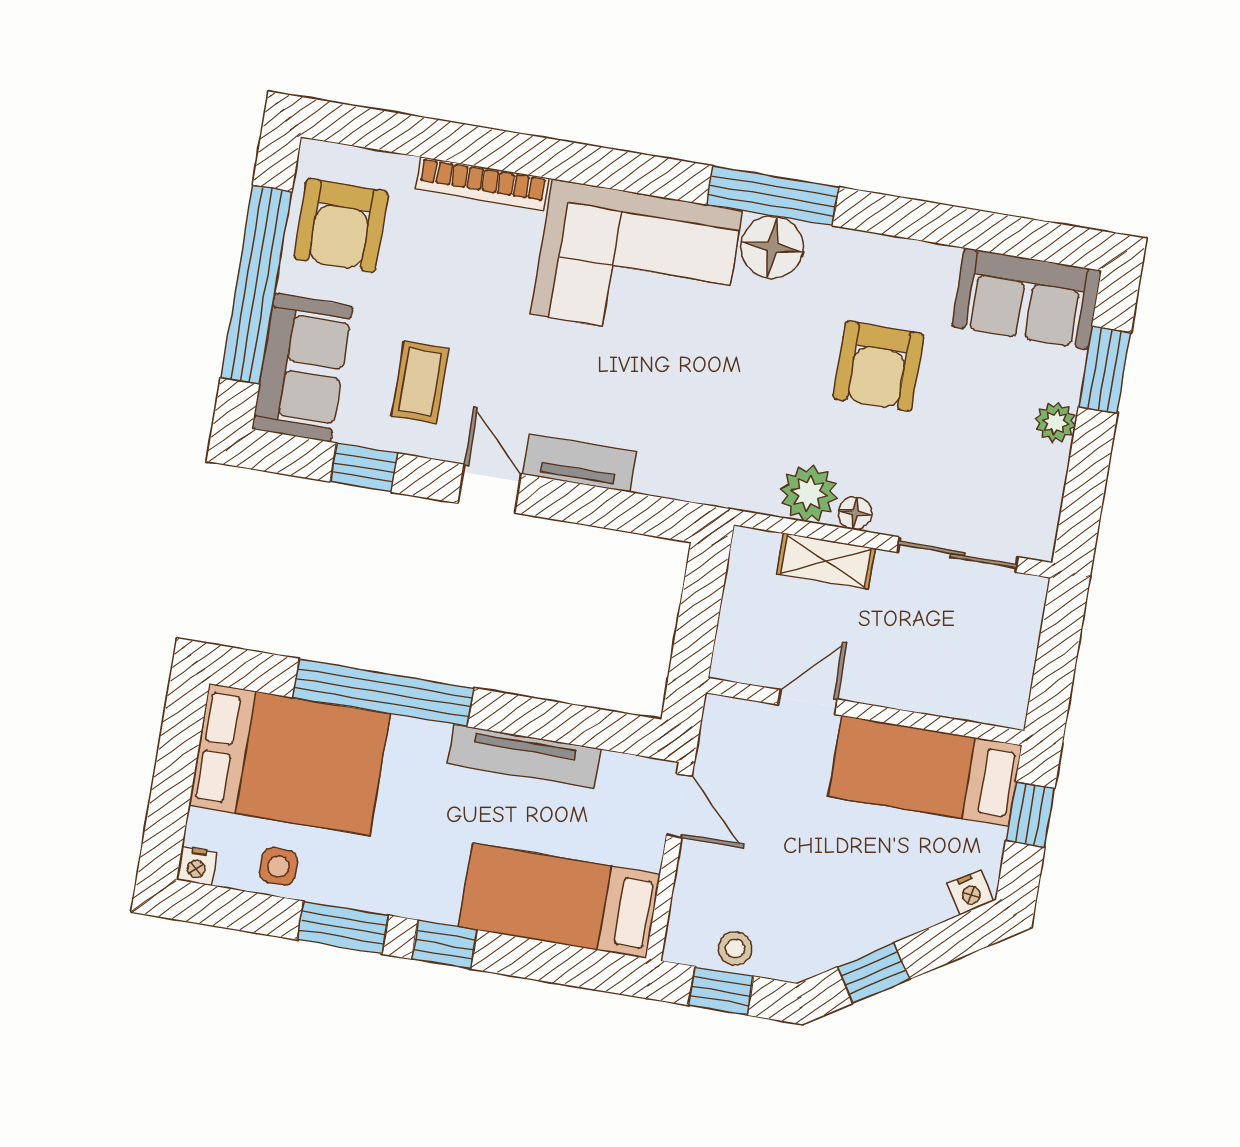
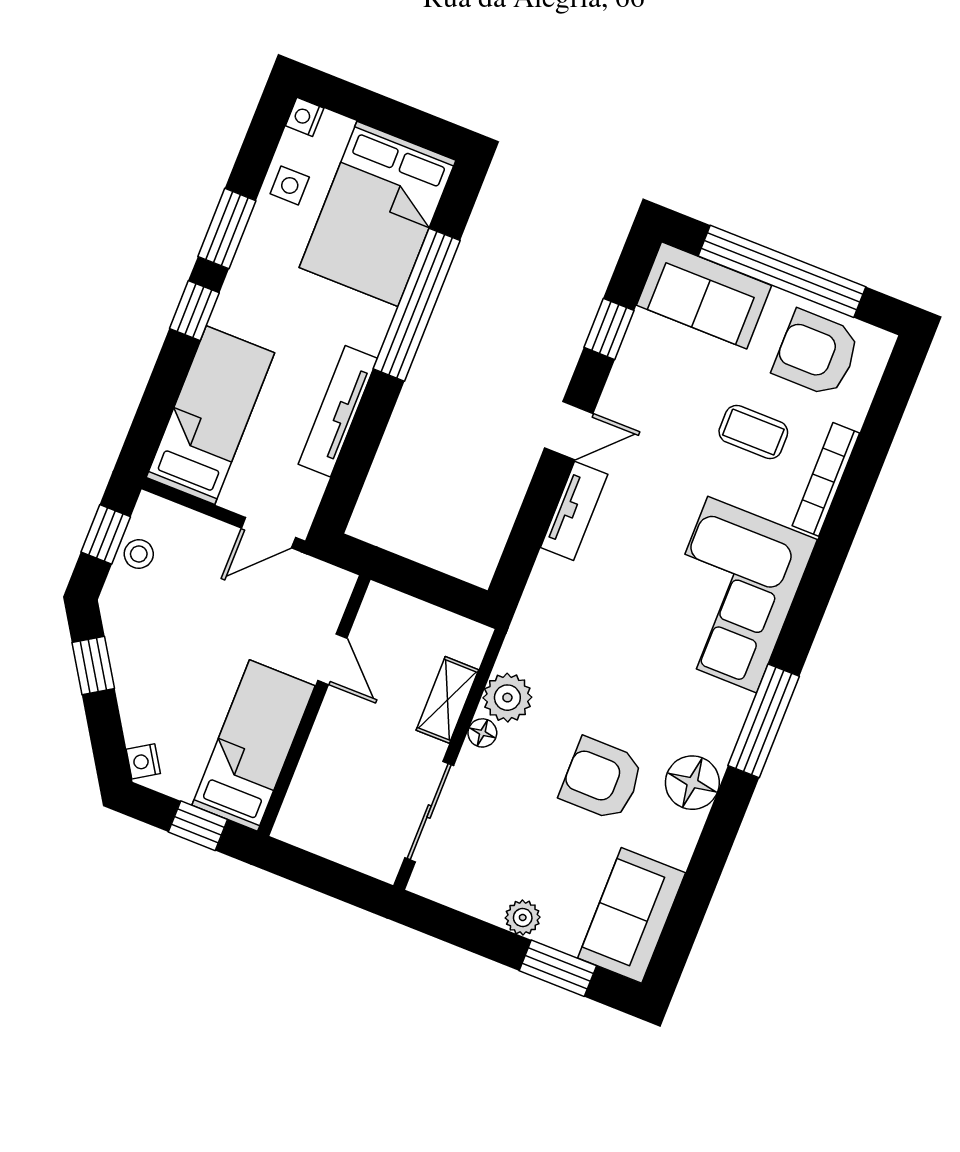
floor lamp: (772, 247) -> (692, 783), moved
coffee table: (420, 382) -> (753, 432), moved

